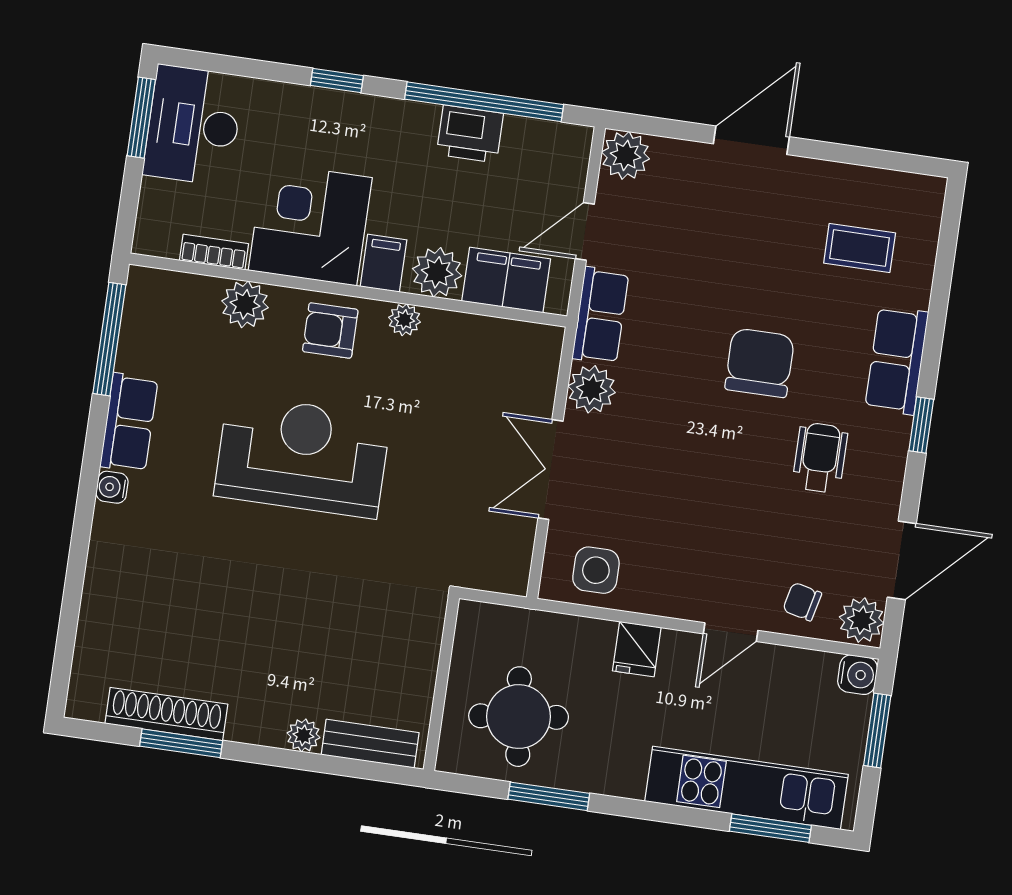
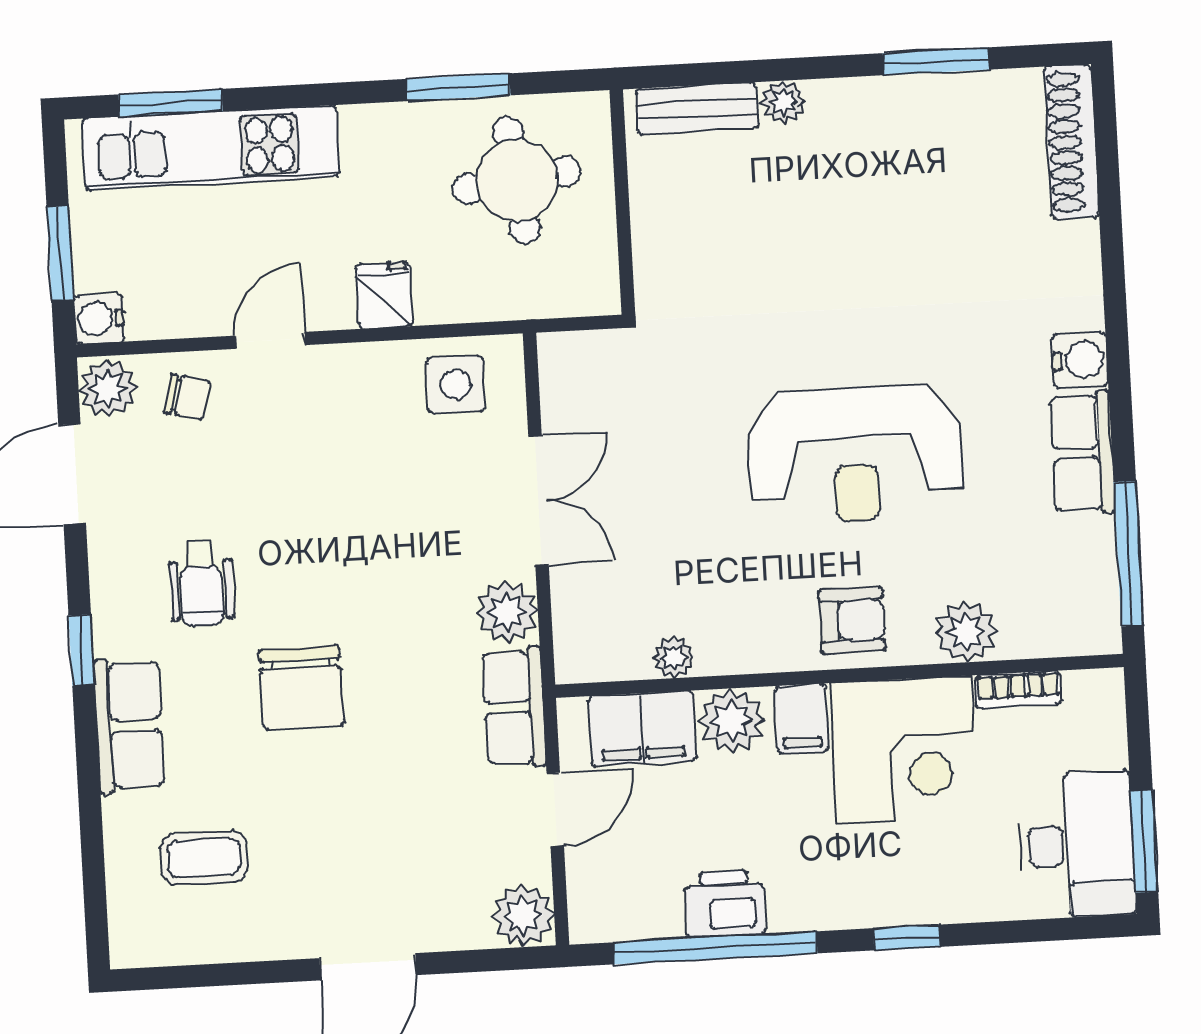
plant: (404, 320) -> (674, 657), moved
water cooler: (112, 487) -> (1080, 360), width x1.38, depth x1.38
shoe rack: (166, 714) -> (1072, 142), moved, turned 90

